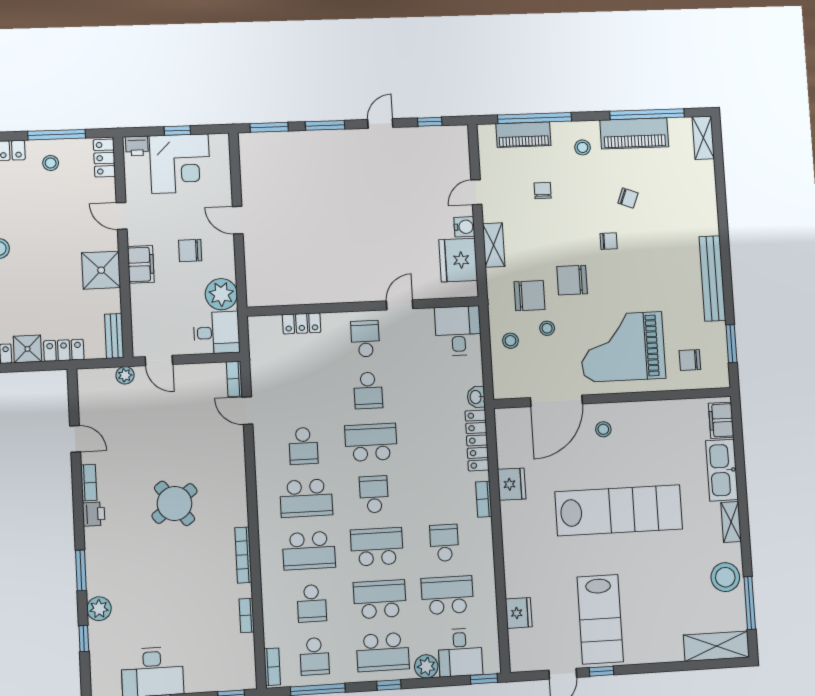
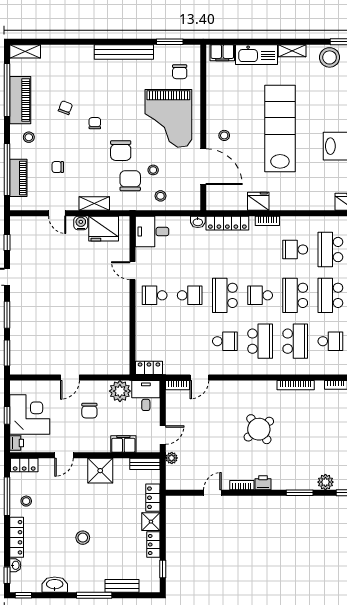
filing cabinet: (141, 264) -> (123, 444), moved
locker: (302, 323) -> (149, 368), moved, turned -90

